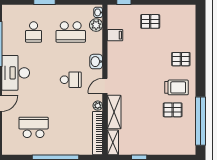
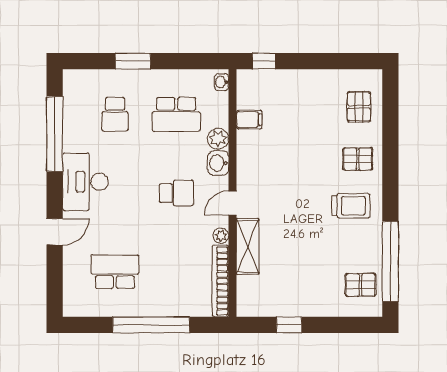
pallet: (150, 21) -> (359, 107), moved, turned 90
plant: (96, 25) -> (218, 139), moved
pallet: (173, 110) -> (361, 285), moved
shelving: (113, 142) -> (246, 296), removed

